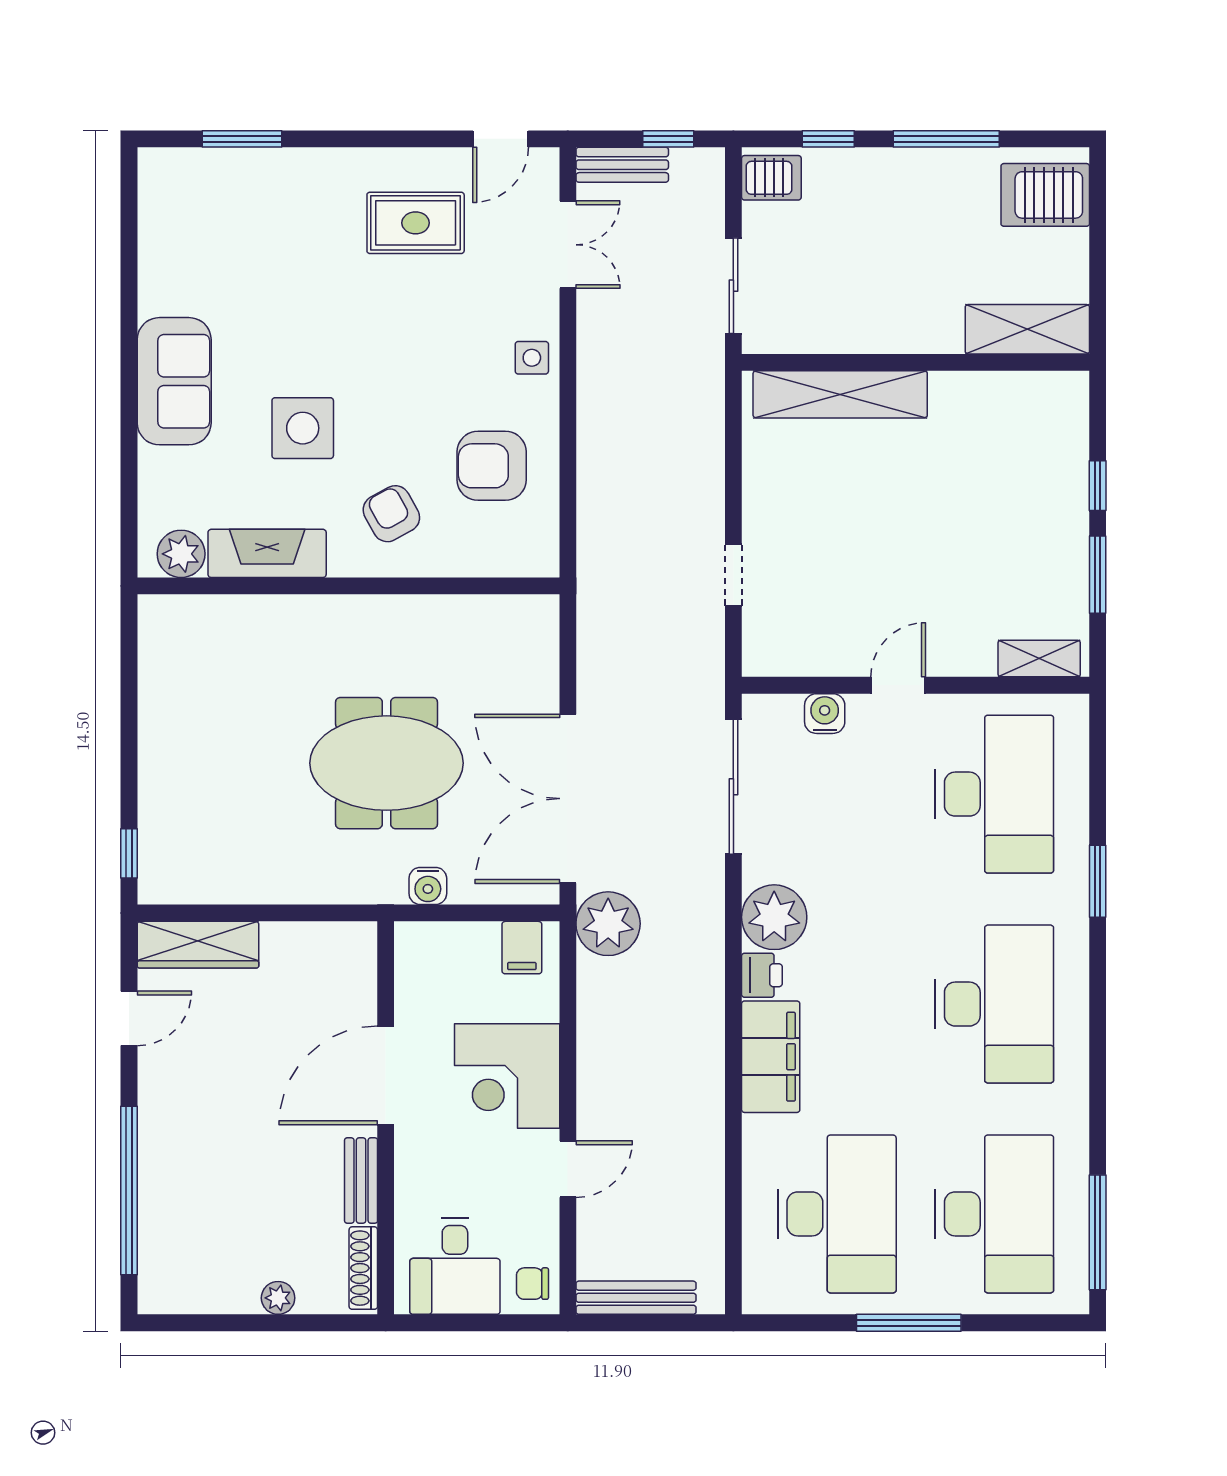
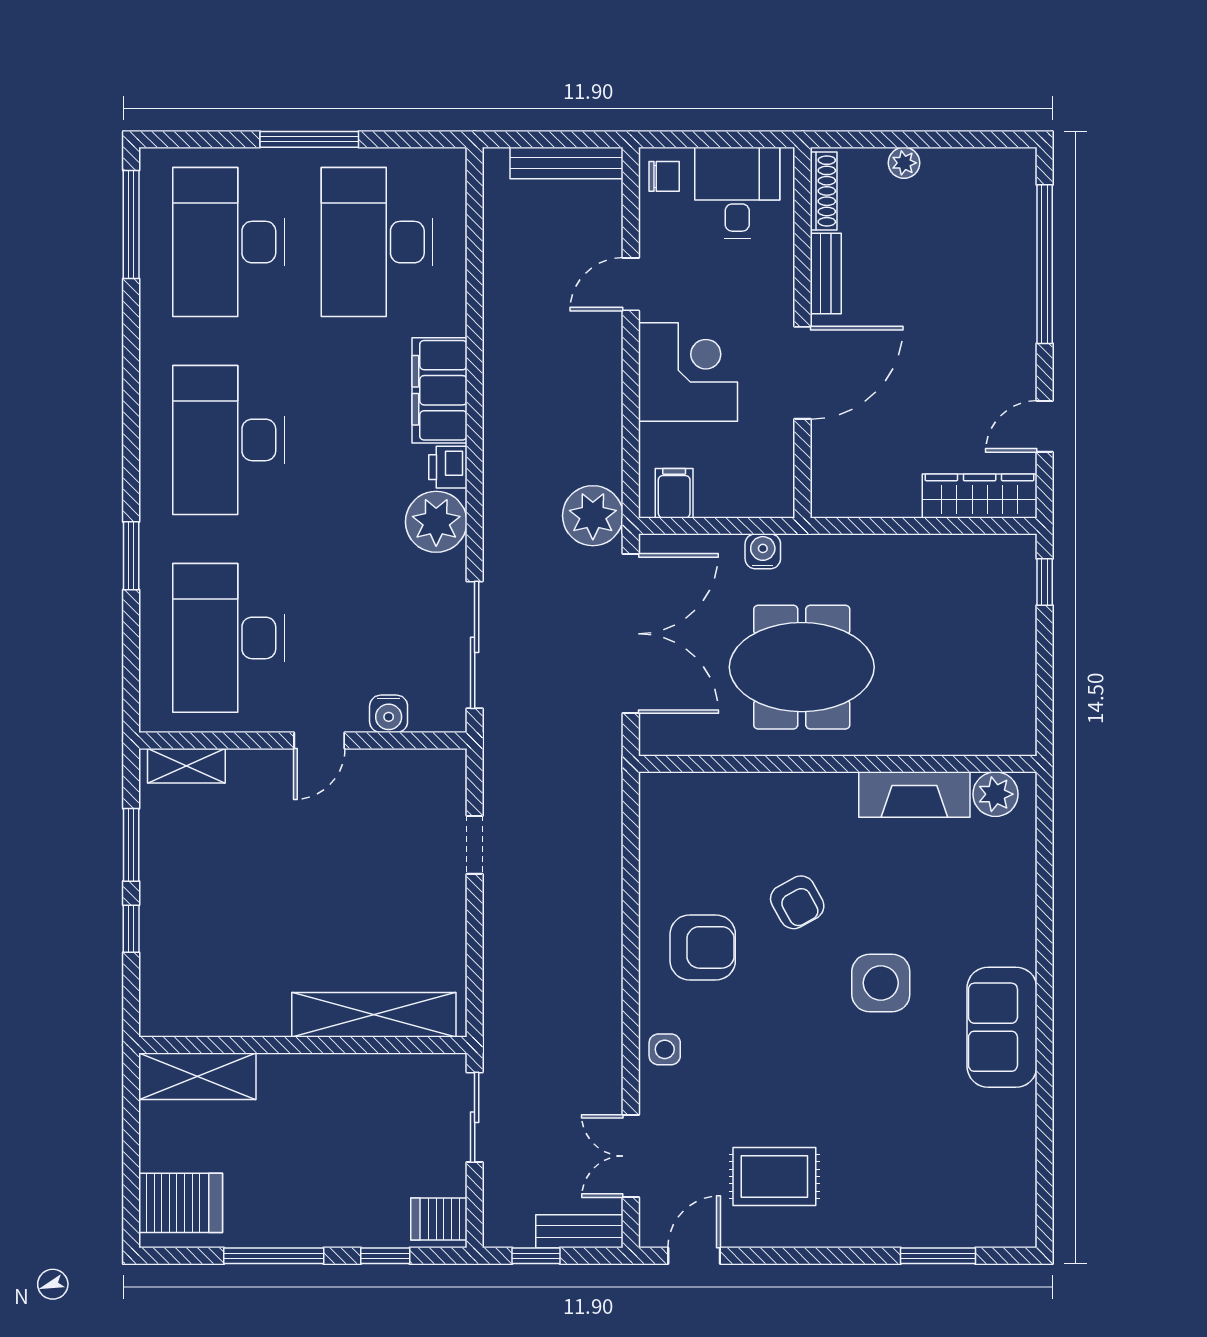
fireplace: (267, 553) -> (914, 795), moved
plant: (181, 554) -> (995, 794), moved
wall: (348, 586) -> (838, 764), moved

